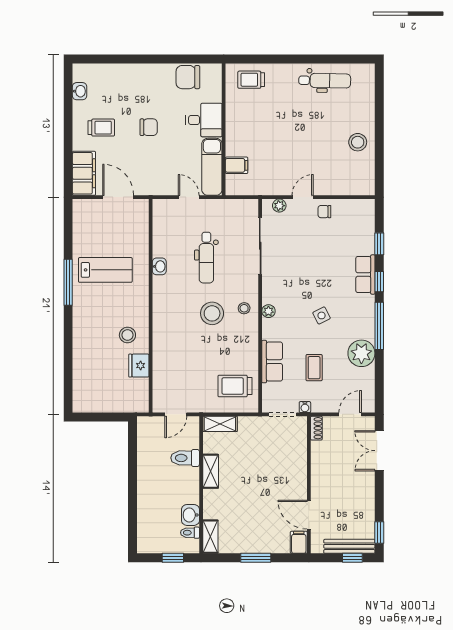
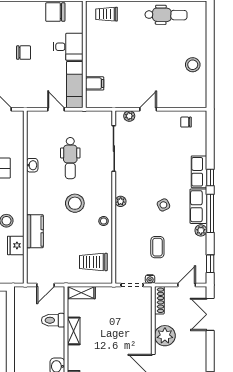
chair: (324, 212) -> (186, 122), moved
window: (379, 244) -> (210, 264), moved
stool: (244, 308) -> (104, 221), moved
kitchen counter: (163, 348) -> (35, 231), added
plant: (361, 353) -> (201, 230), width x0.53, depth x0.53
row of seats: (272, 362) -> (198, 206), moved, turned 180
shoe rack: (316, 428) -> (159, 300), width x1.43
plant: (323, 477) -> (165, 336), added

